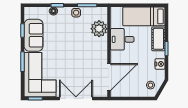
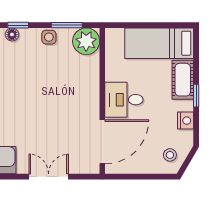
plant: (99, 29) -> (86, 41), moved
desk: (122, 39) -> (124, 100), moved
double door: (76, 98) -> (49, 177), width x0.73

